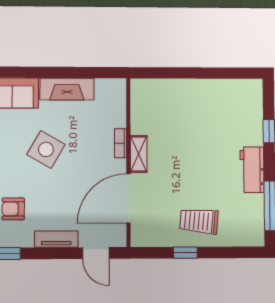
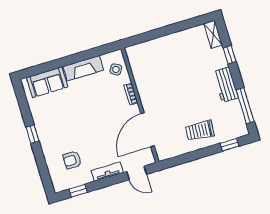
side table: (46, 149) -> (116, 69), moved, width x0.54, depth x0.54
shelving: (139, 154) -> (213, 34), moved
window: (185, 253) -> (230, 145), moved

